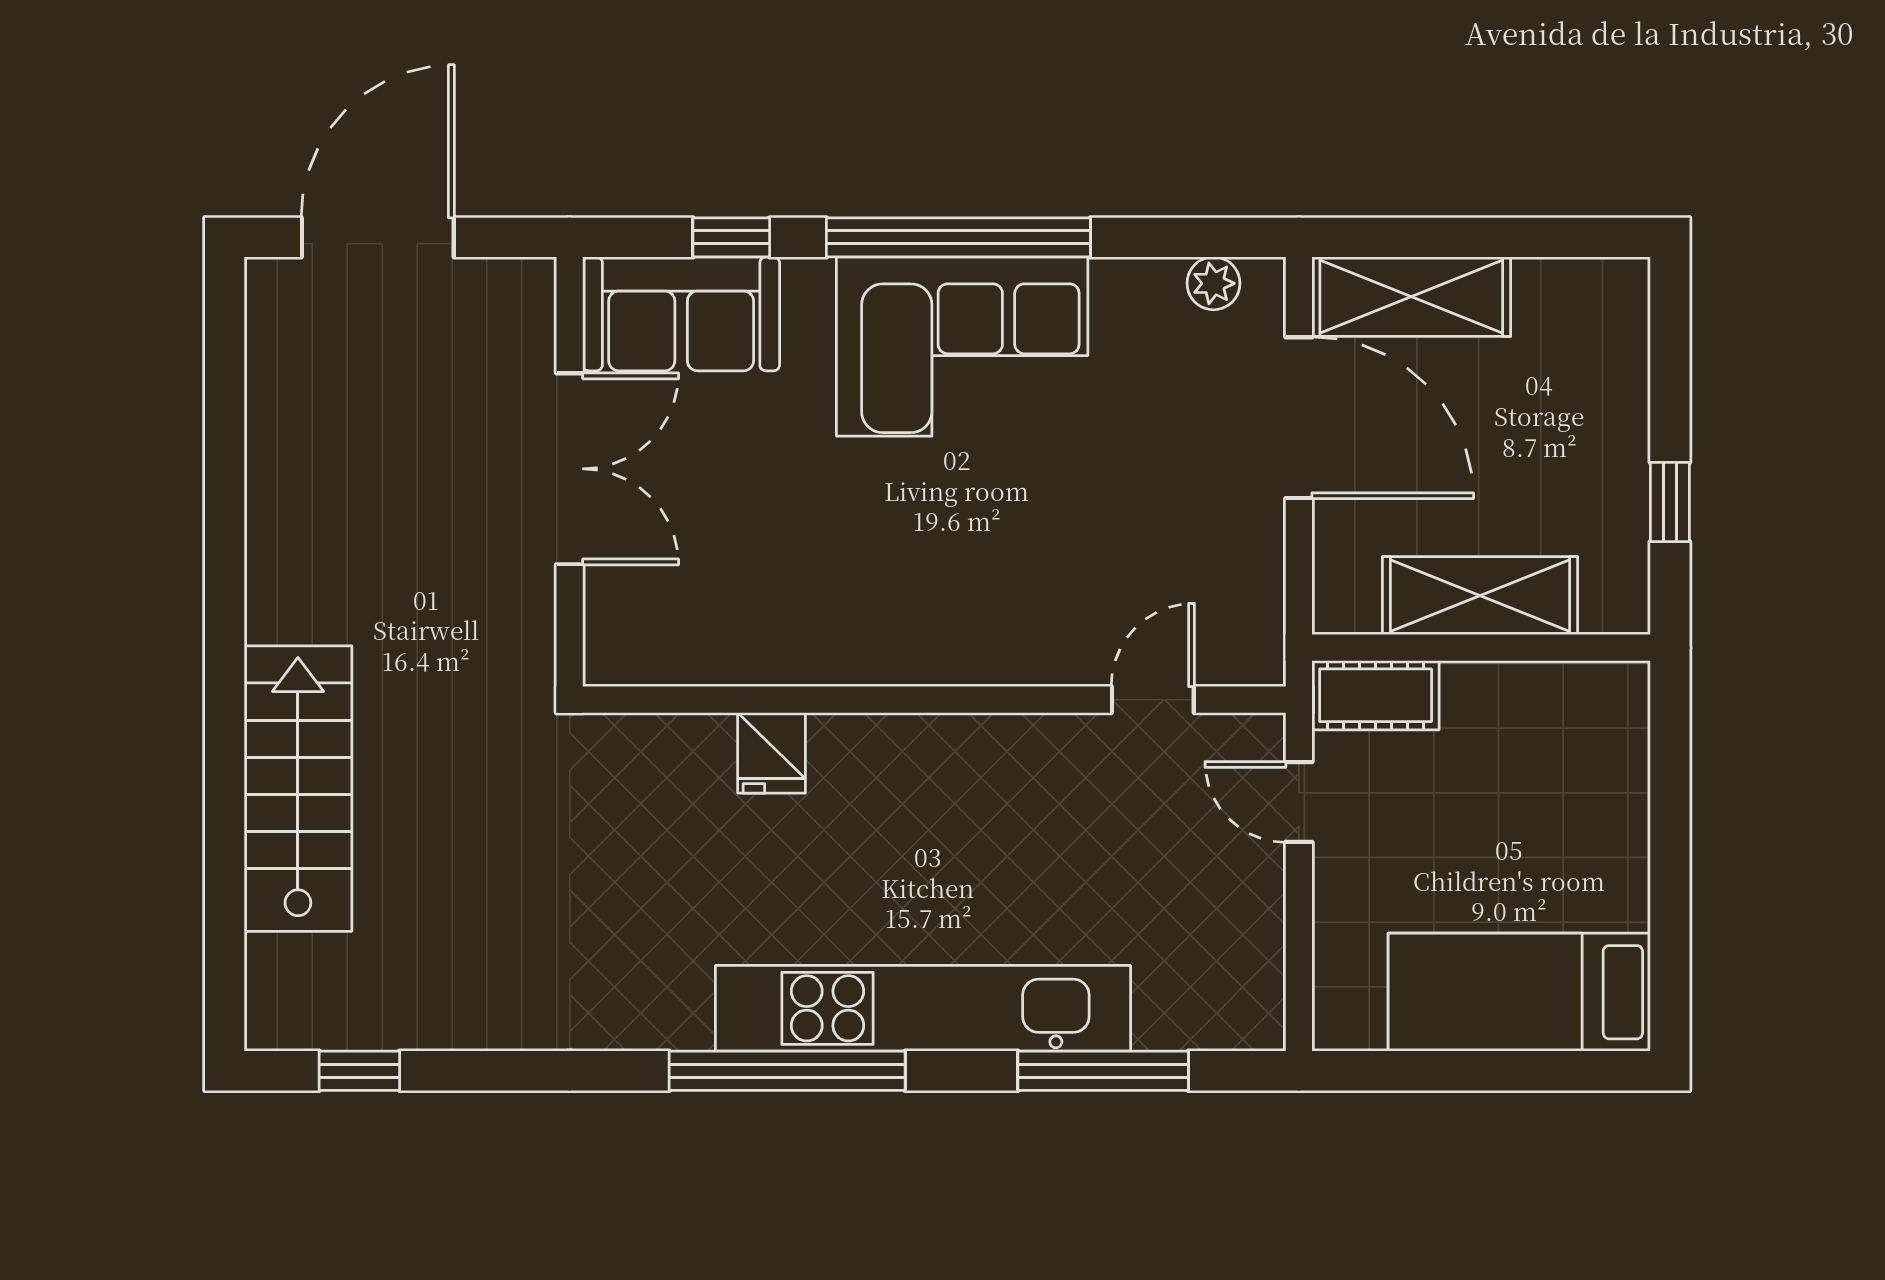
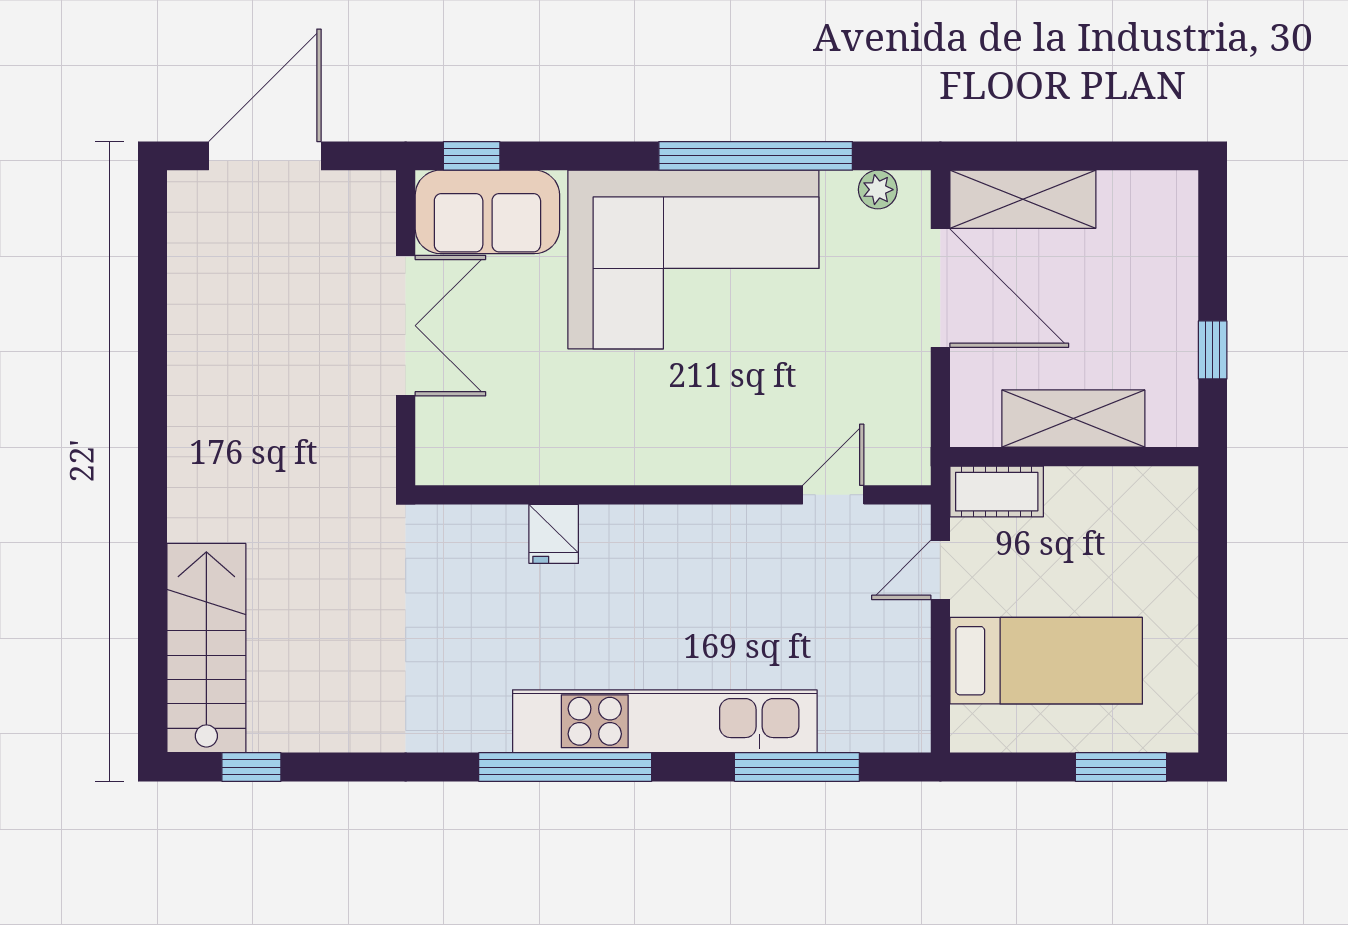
window: (731, 237) -> (472, 156), moved
window: (958, 237) -> (756, 156), moved
corner sofa: (962, 347) -> (693, 260), width x1.36, depth x1.36
stairs: (298, 789) -> (206, 648), moved
door: (1299, 802) -> (940, 570), hinge flipped
bed: (1519, 992) -> (1046, 661), moved, turned 180
window: (1545, 1071) -> (1121, 767), added

